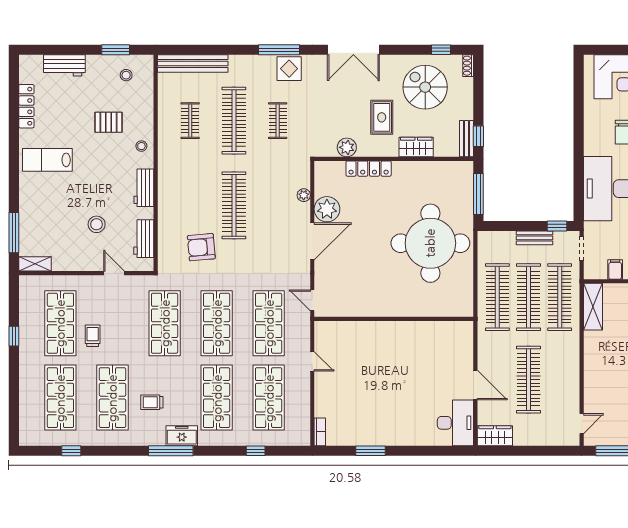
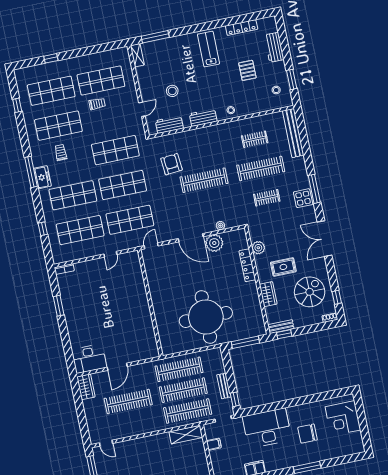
pallet: (108, 122) -> (247, 70), moved
window: (14, 336) -> (51, 58), moved

